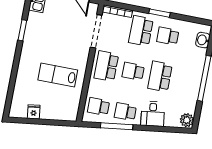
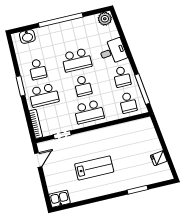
window: (22, 30) -> (138, 190), moved
doorway: (96, 31) -> (62, 135), width x0.53
lab bench: (58, 75) -> (94, 168), moved, turned -90
window: (117, 126) -> (142, 89), moved

